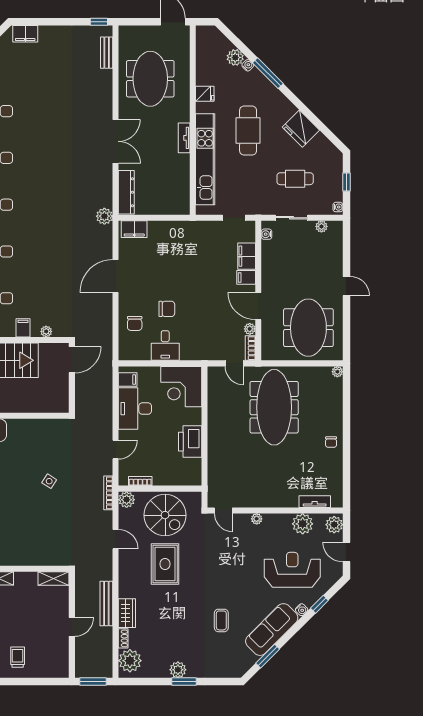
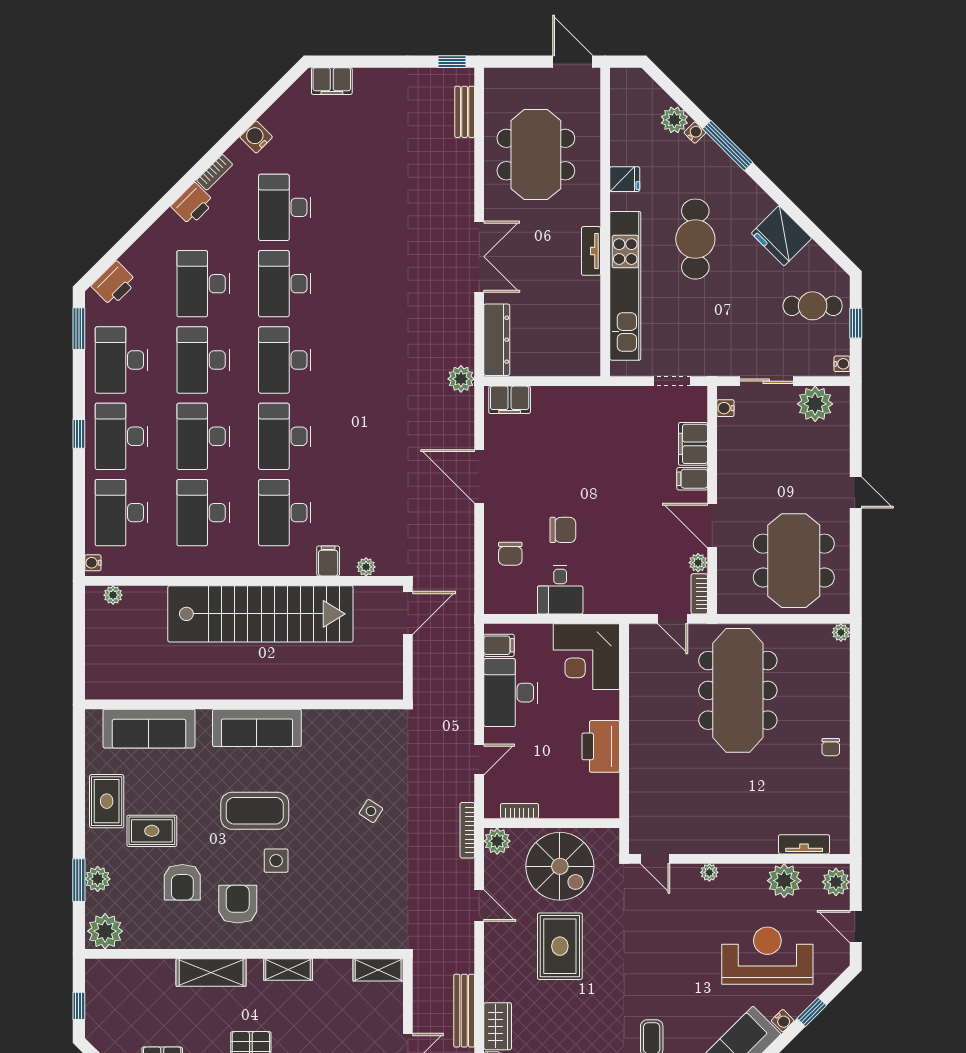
cafe table: (295, 179) -> (813, 306), moved
plant: (321, 226) -> (815, 404), width x1.87, depth x1.87
door: (116, 276) -> (479, 476), hinge flipped

